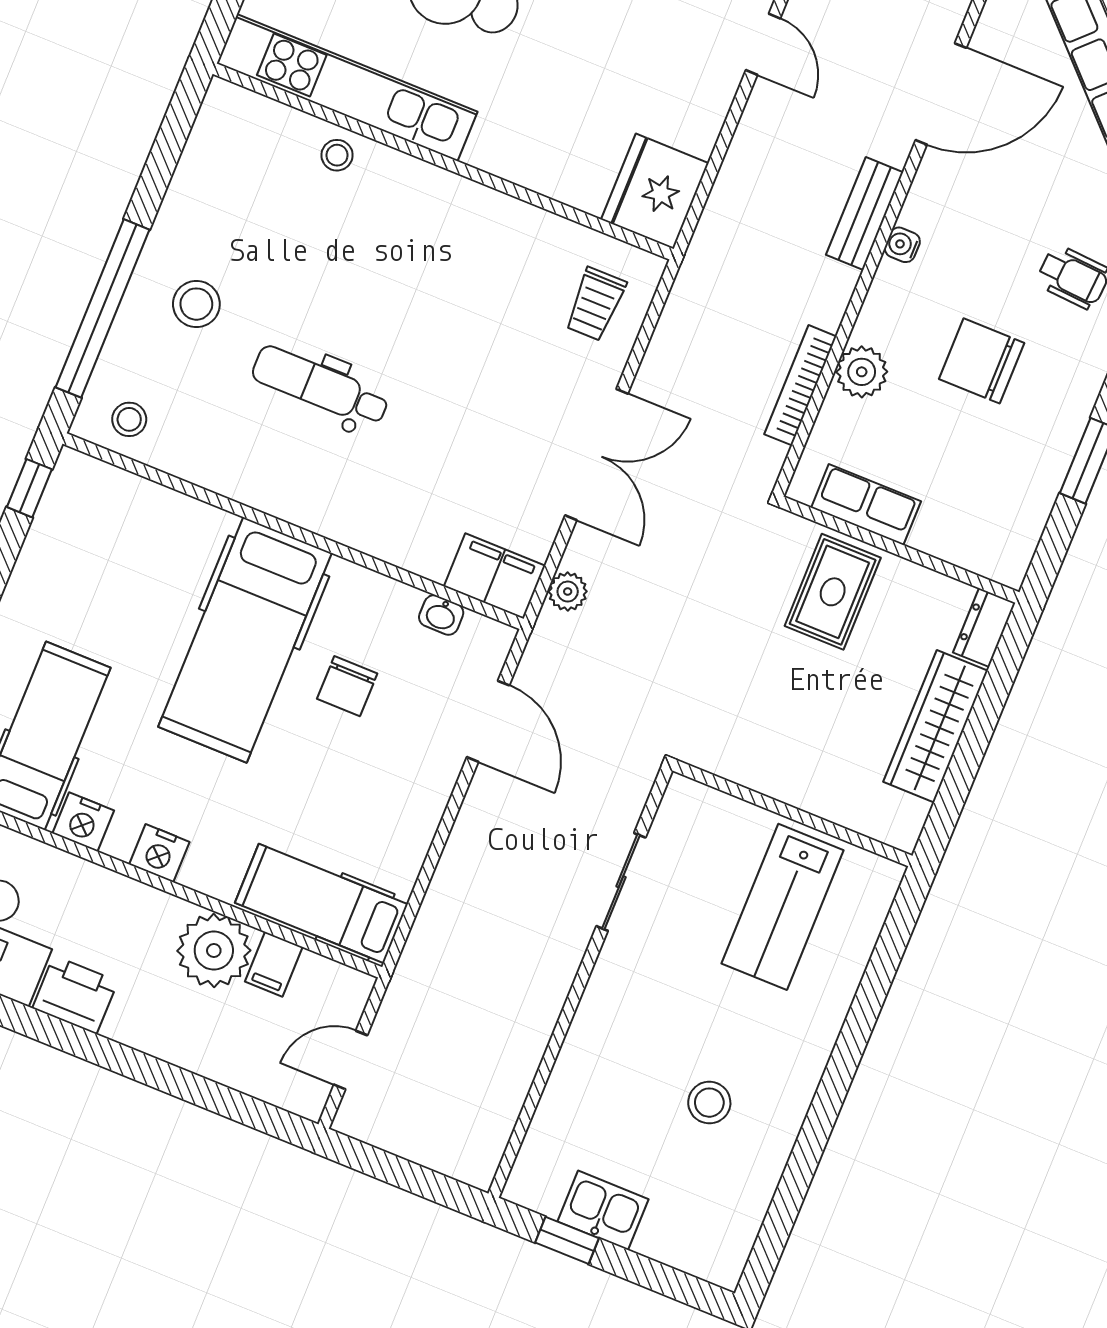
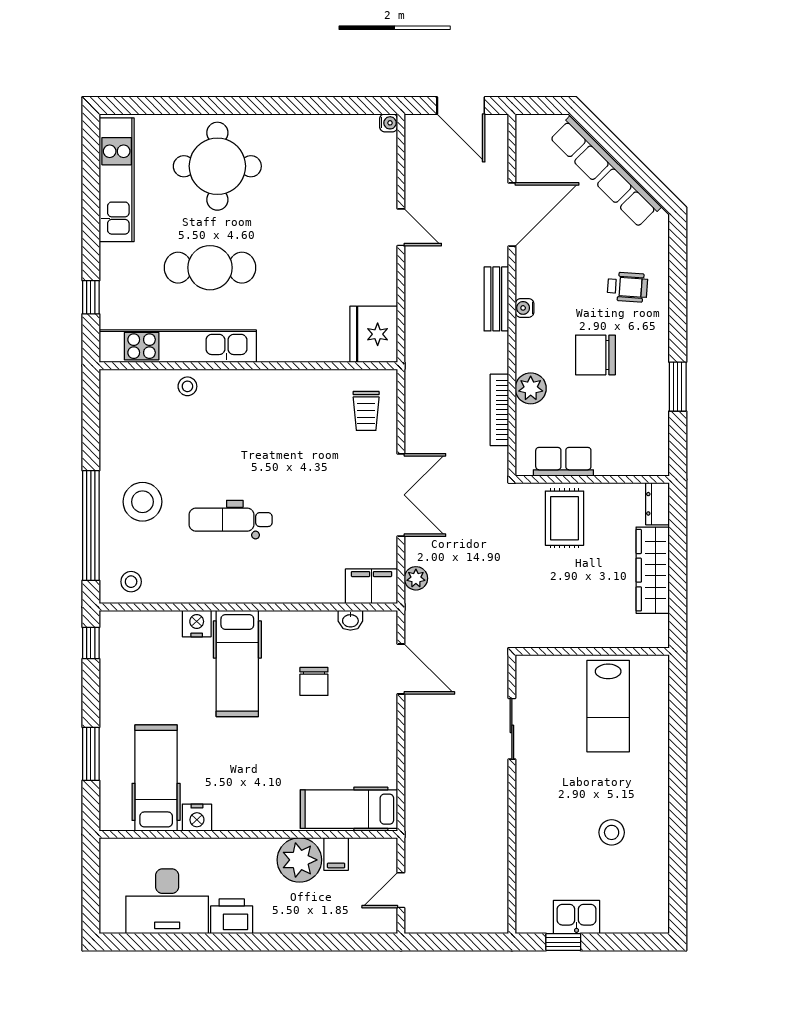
stool: (196, 304) -> (142, 502), width x1.38, depth x1.38
hospital bed: (245, 640) -> (237, 663), width x0.73, depth x0.78
nightstand: (159, 853) -> (197, 624), moved, turned 180

